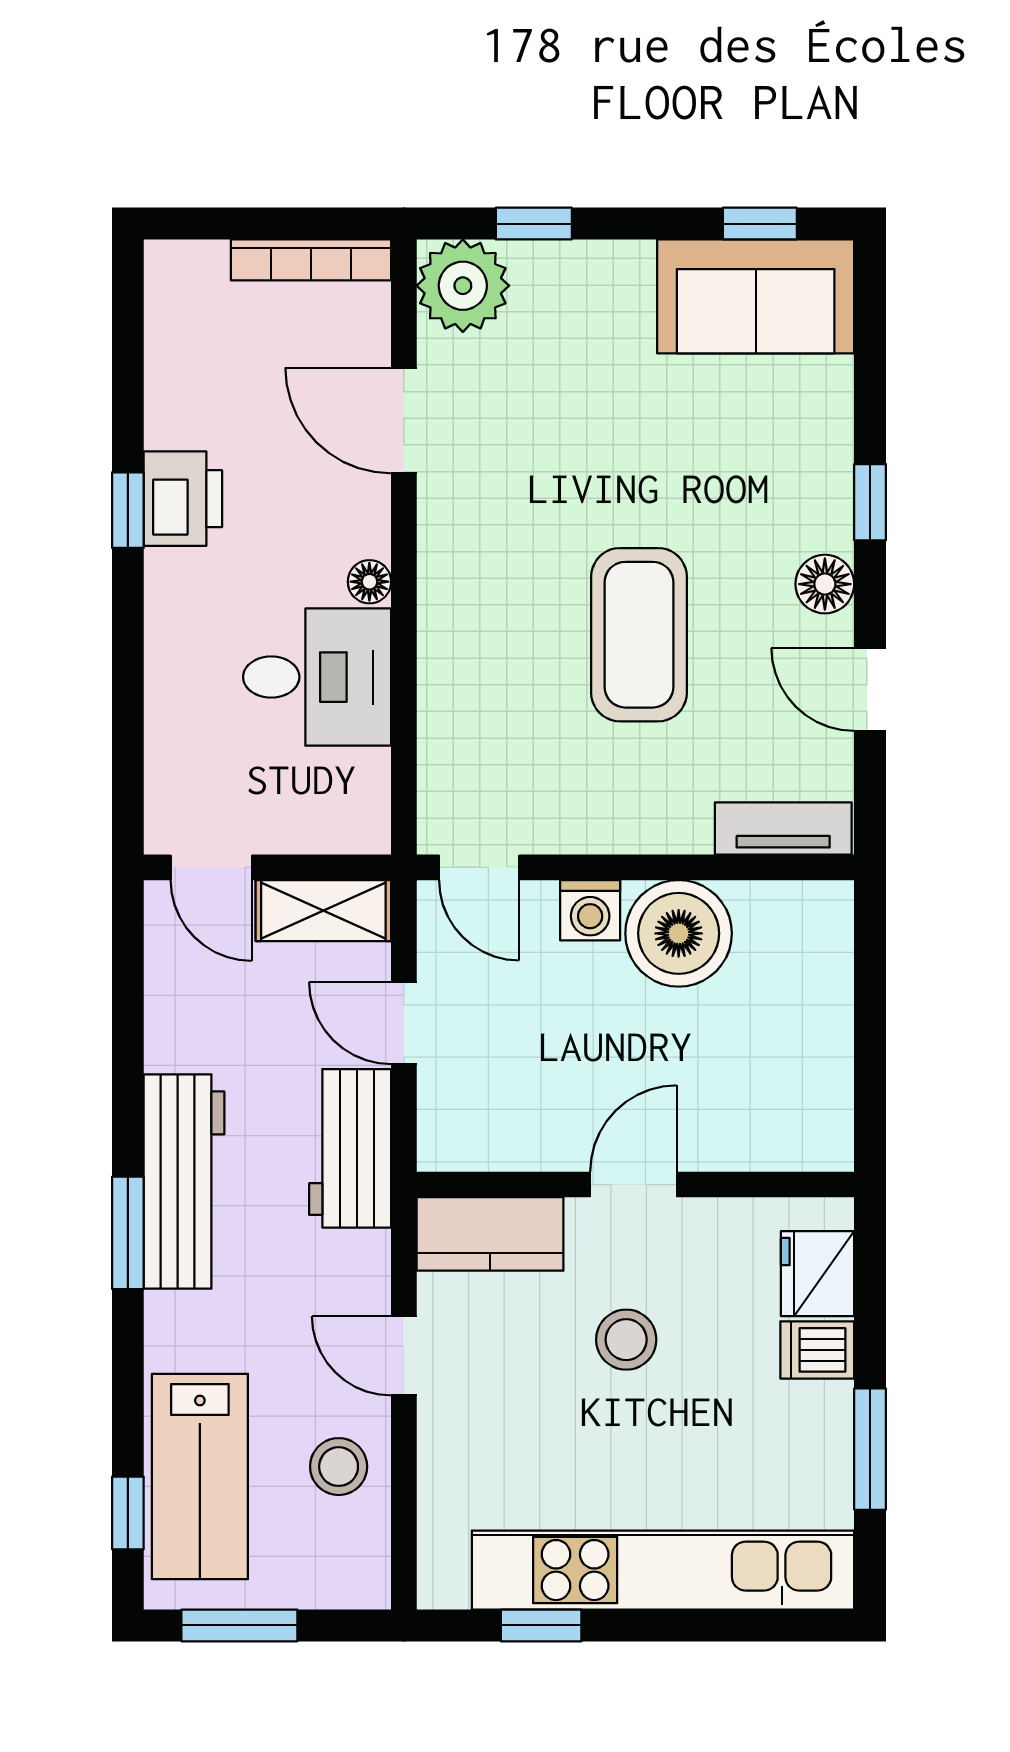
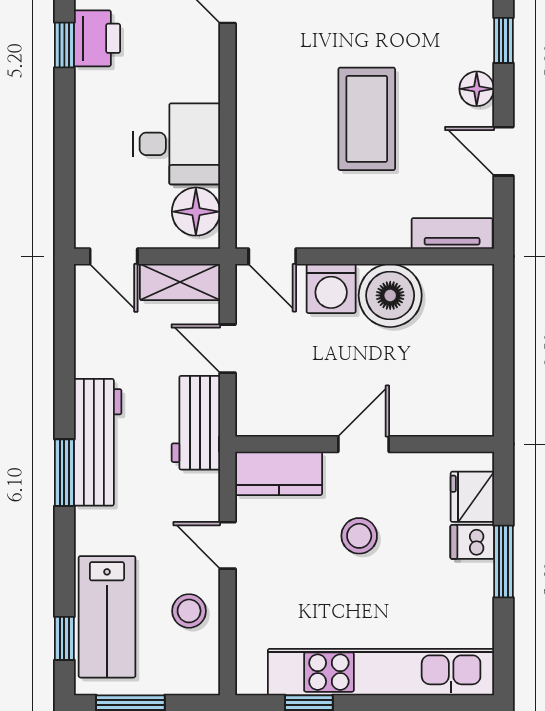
floor lamp: (369, 582) -> (196, 212), moved, width x1.89, depth x1.89
washing machine: (590, 910) -> (331, 289), width x1.38, depth x1.38
window: (870, 1449) -> (503, 562), moved

